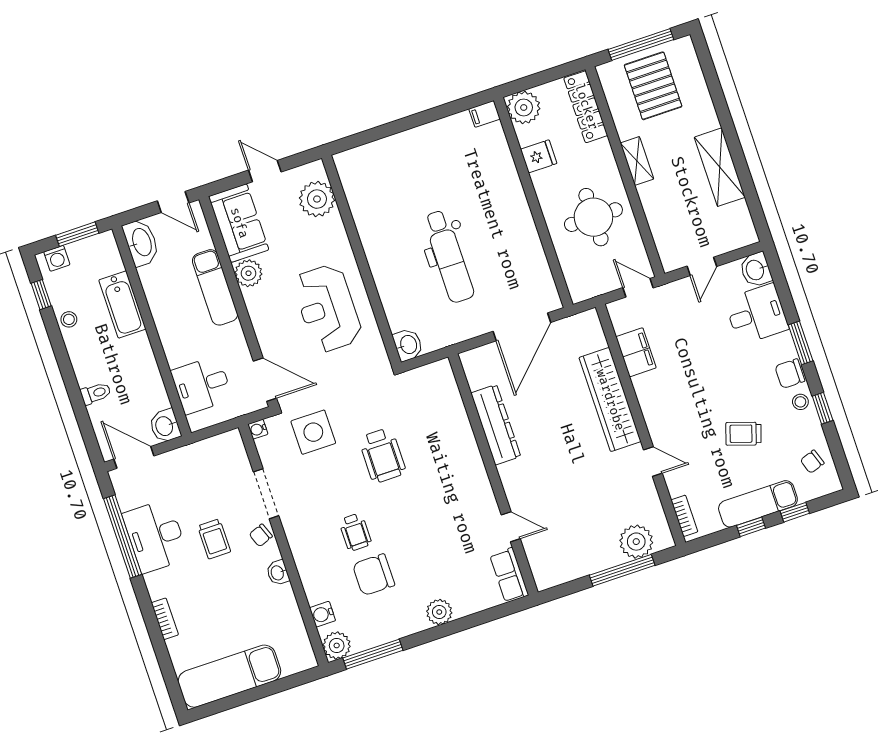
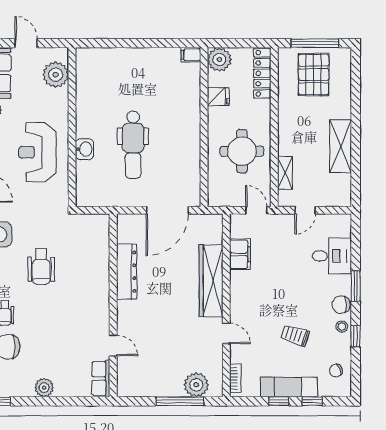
shelving: (637, 161) -> (285, 173), moved
washbasin: (756, 270) -> (342, 225), removed
washbasin: (408, 345) -> (84, 149), moved

